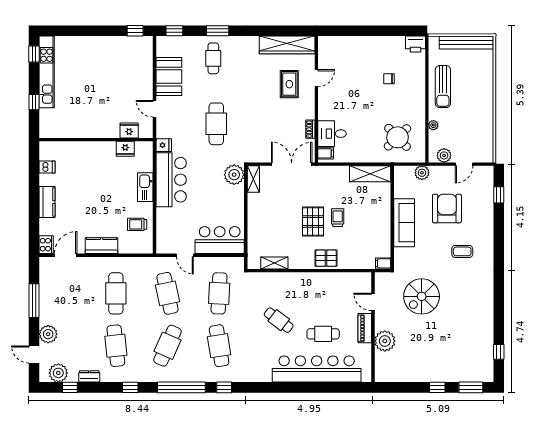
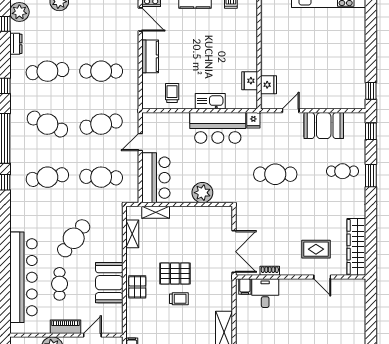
plant: (234, 175) -> (202, 193), moved
shelving: (253, 179) -> (156, 212), moved
booth: (322, 285) -> (109, 283), added
cafe table: (279, 320) -> (74, 238), width x1.37, depth x1.35

